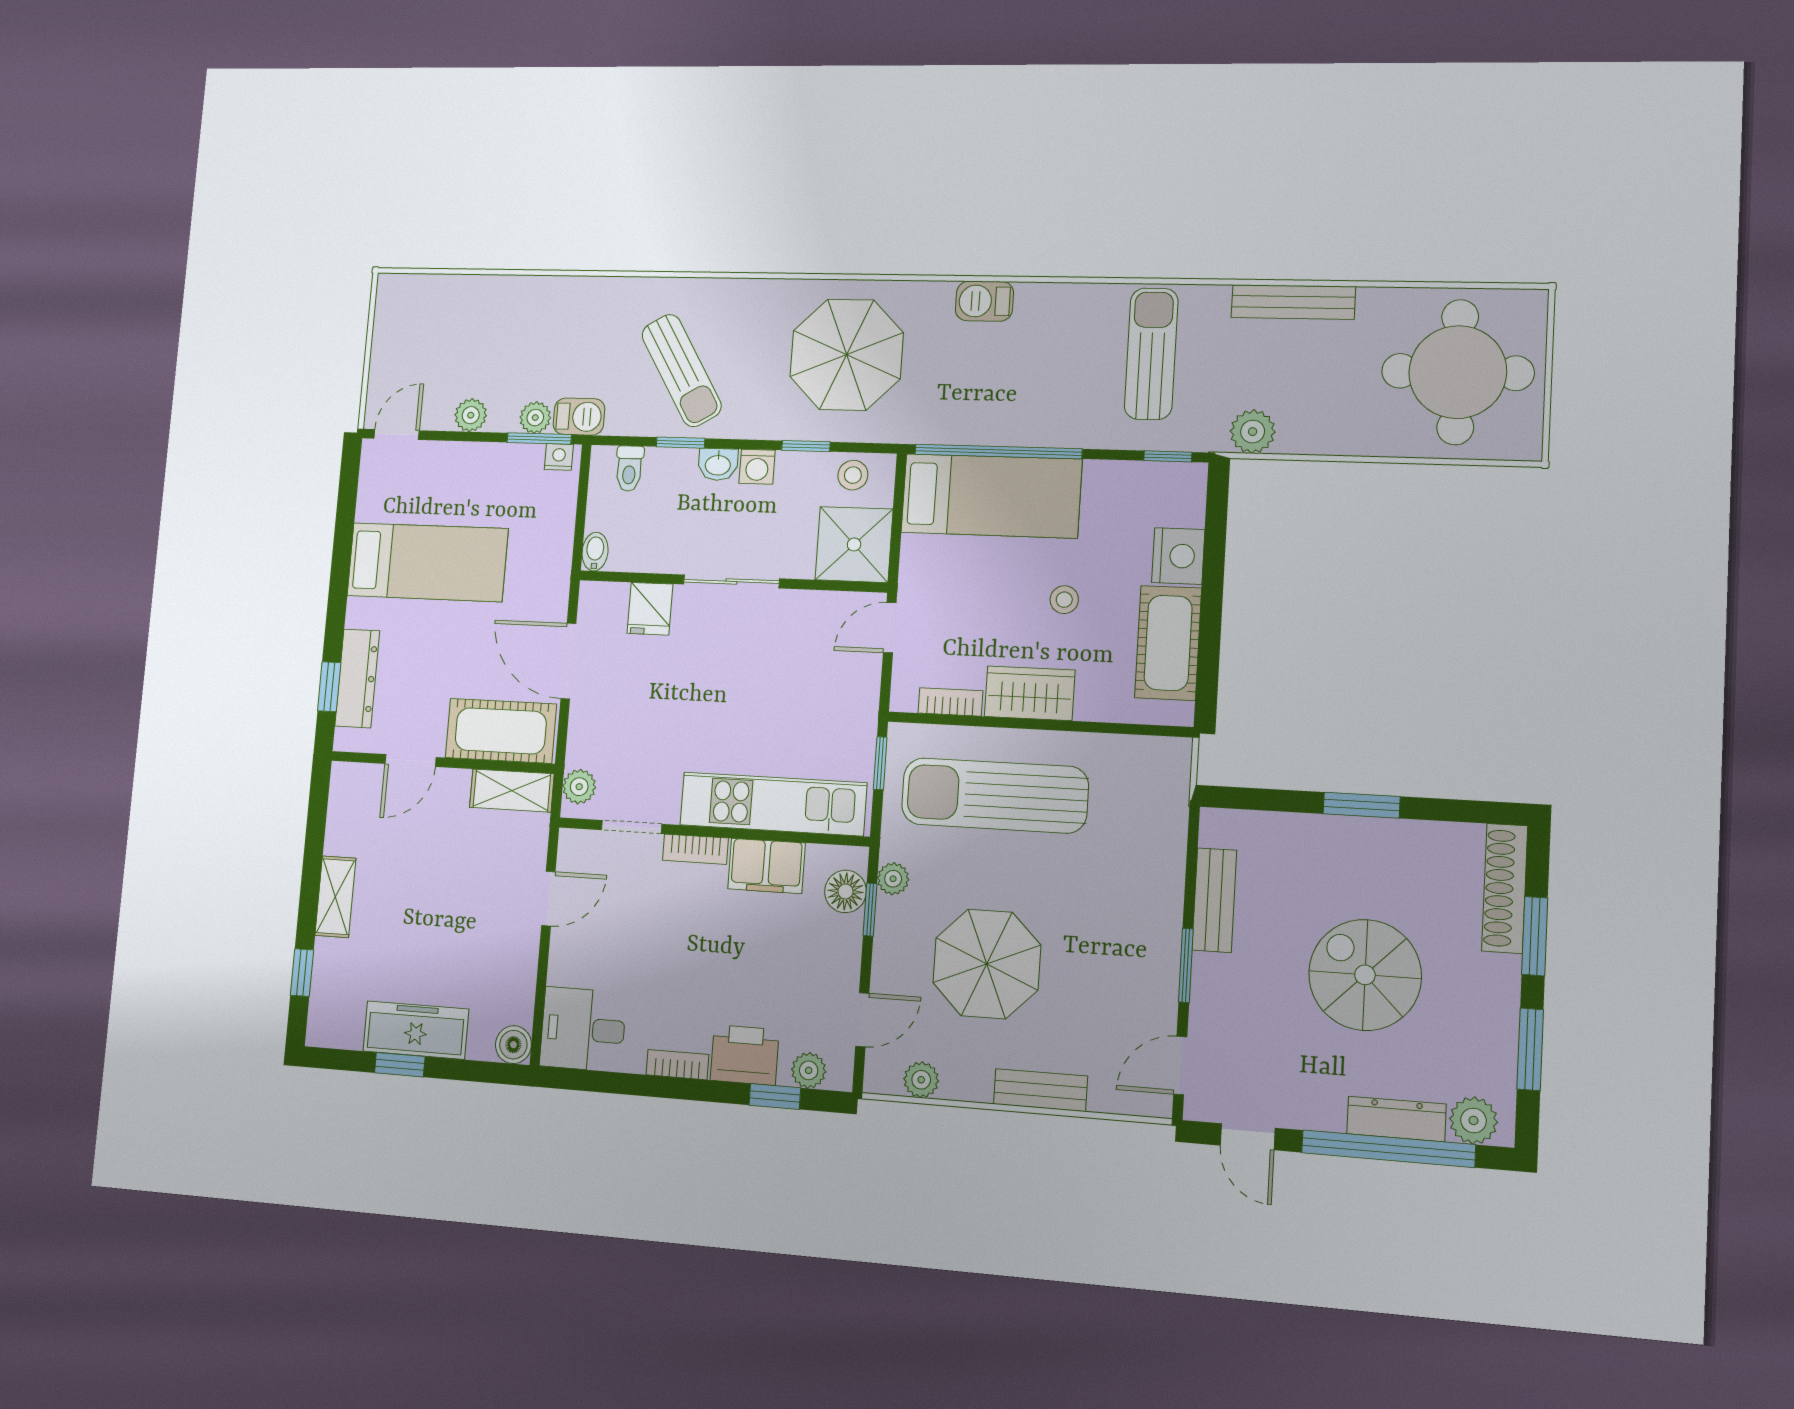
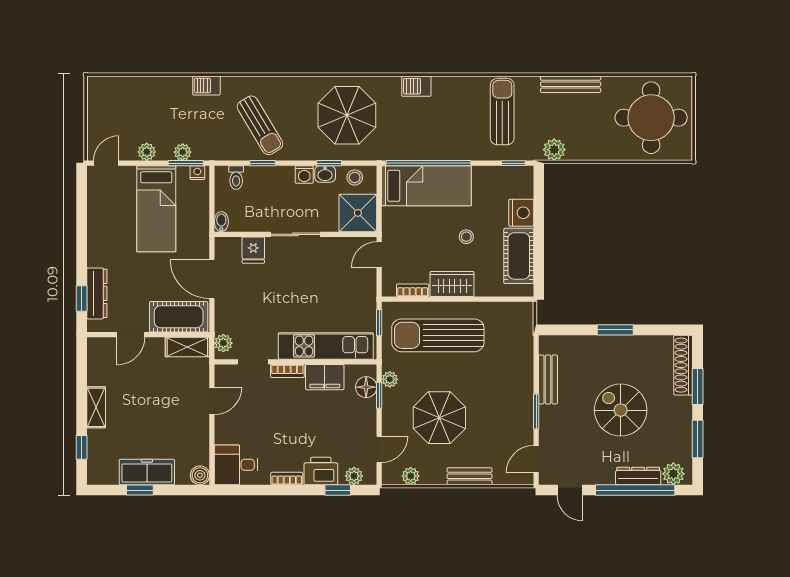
barbecue: (579, 417) -> (206, 85), moved, turned 180
washbasin: (718, 464) -> (325, 174), moved
bed: (427, 562) -> (156, 209), moved, turned 90

